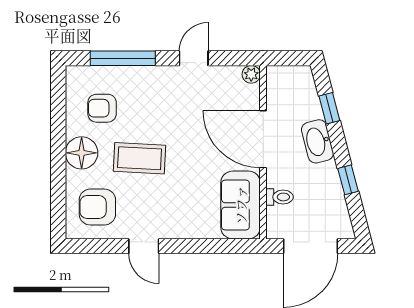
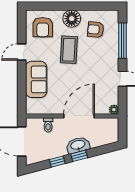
armchair: (102, 108) -> (96, 30), turned -84
window: (329, 108) -> (79, 156), moved
sofa: (241, 205) -> (36, 79), moved, turned 90
armchair: (97, 207) -> (43, 27), turned 180

